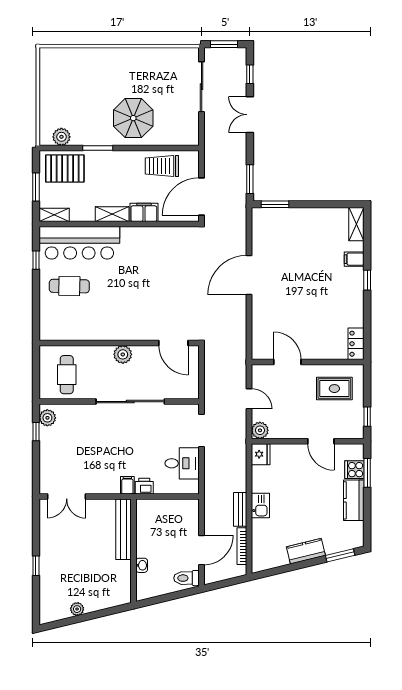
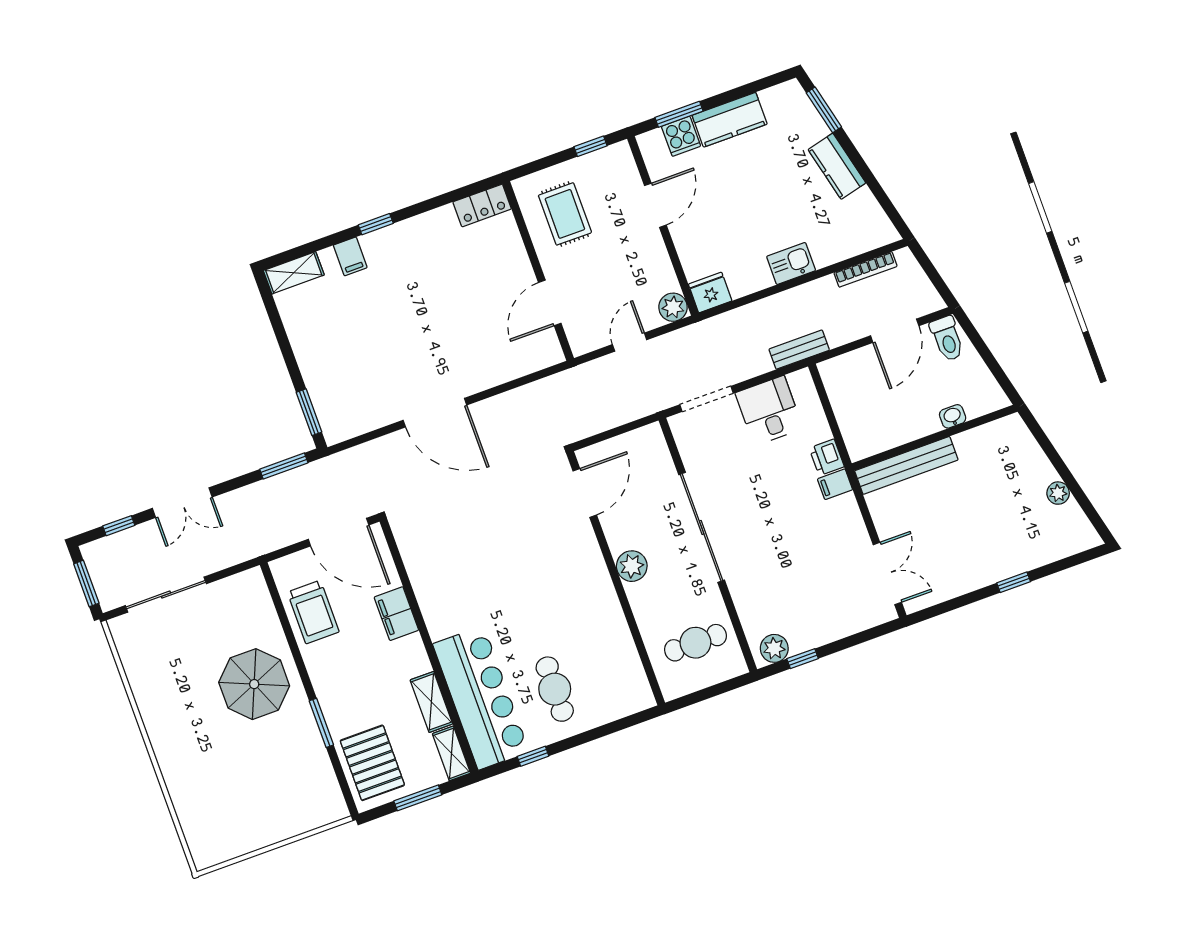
plant: (61, 137) -> (324, 786), removed
shelving: (112, 214) -> (431, 702), moved
bench: (240, 509) -> (799, 350), moved
door: (202, 550) -> (895, 331), swing flipped

